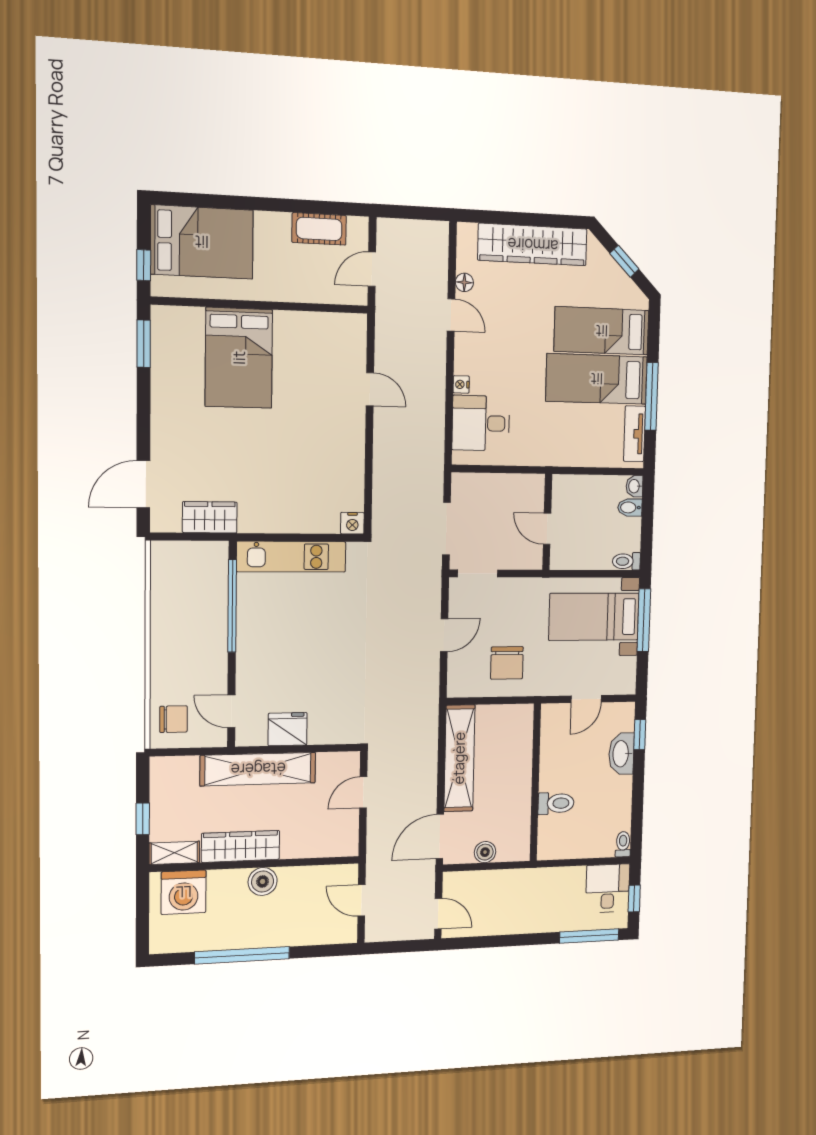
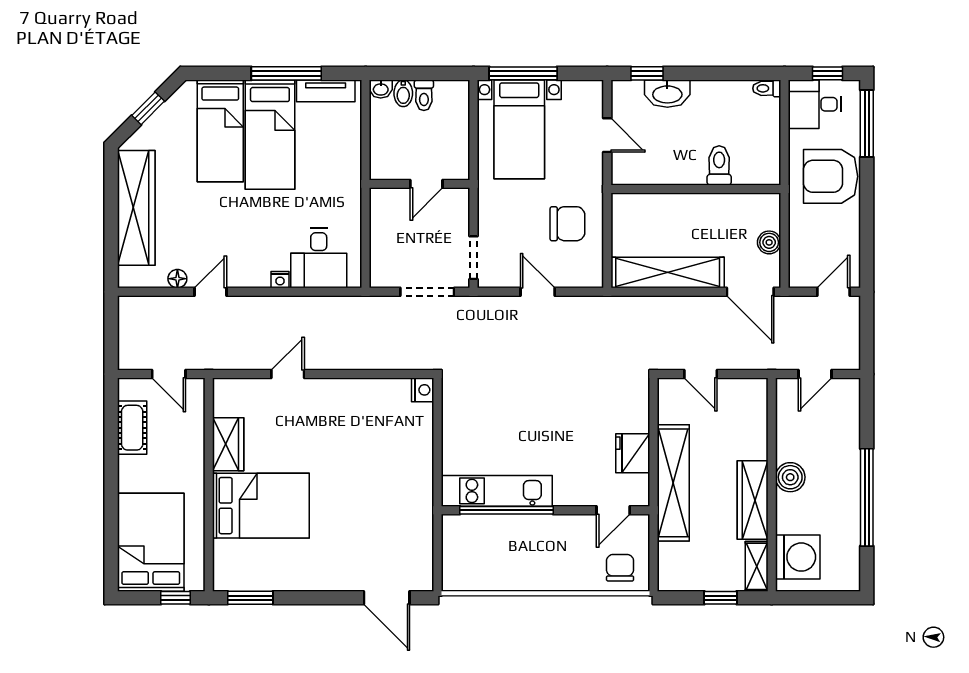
wardrobe: (210, 517) -> (228, 444), moved, turned 180
kitchen unit: (291, 557) -> (497, 491), moved, turned -90
toilet: (626, 561) -> (424, 95), moved
armchair: (543, 906) -> (831, 176), added

